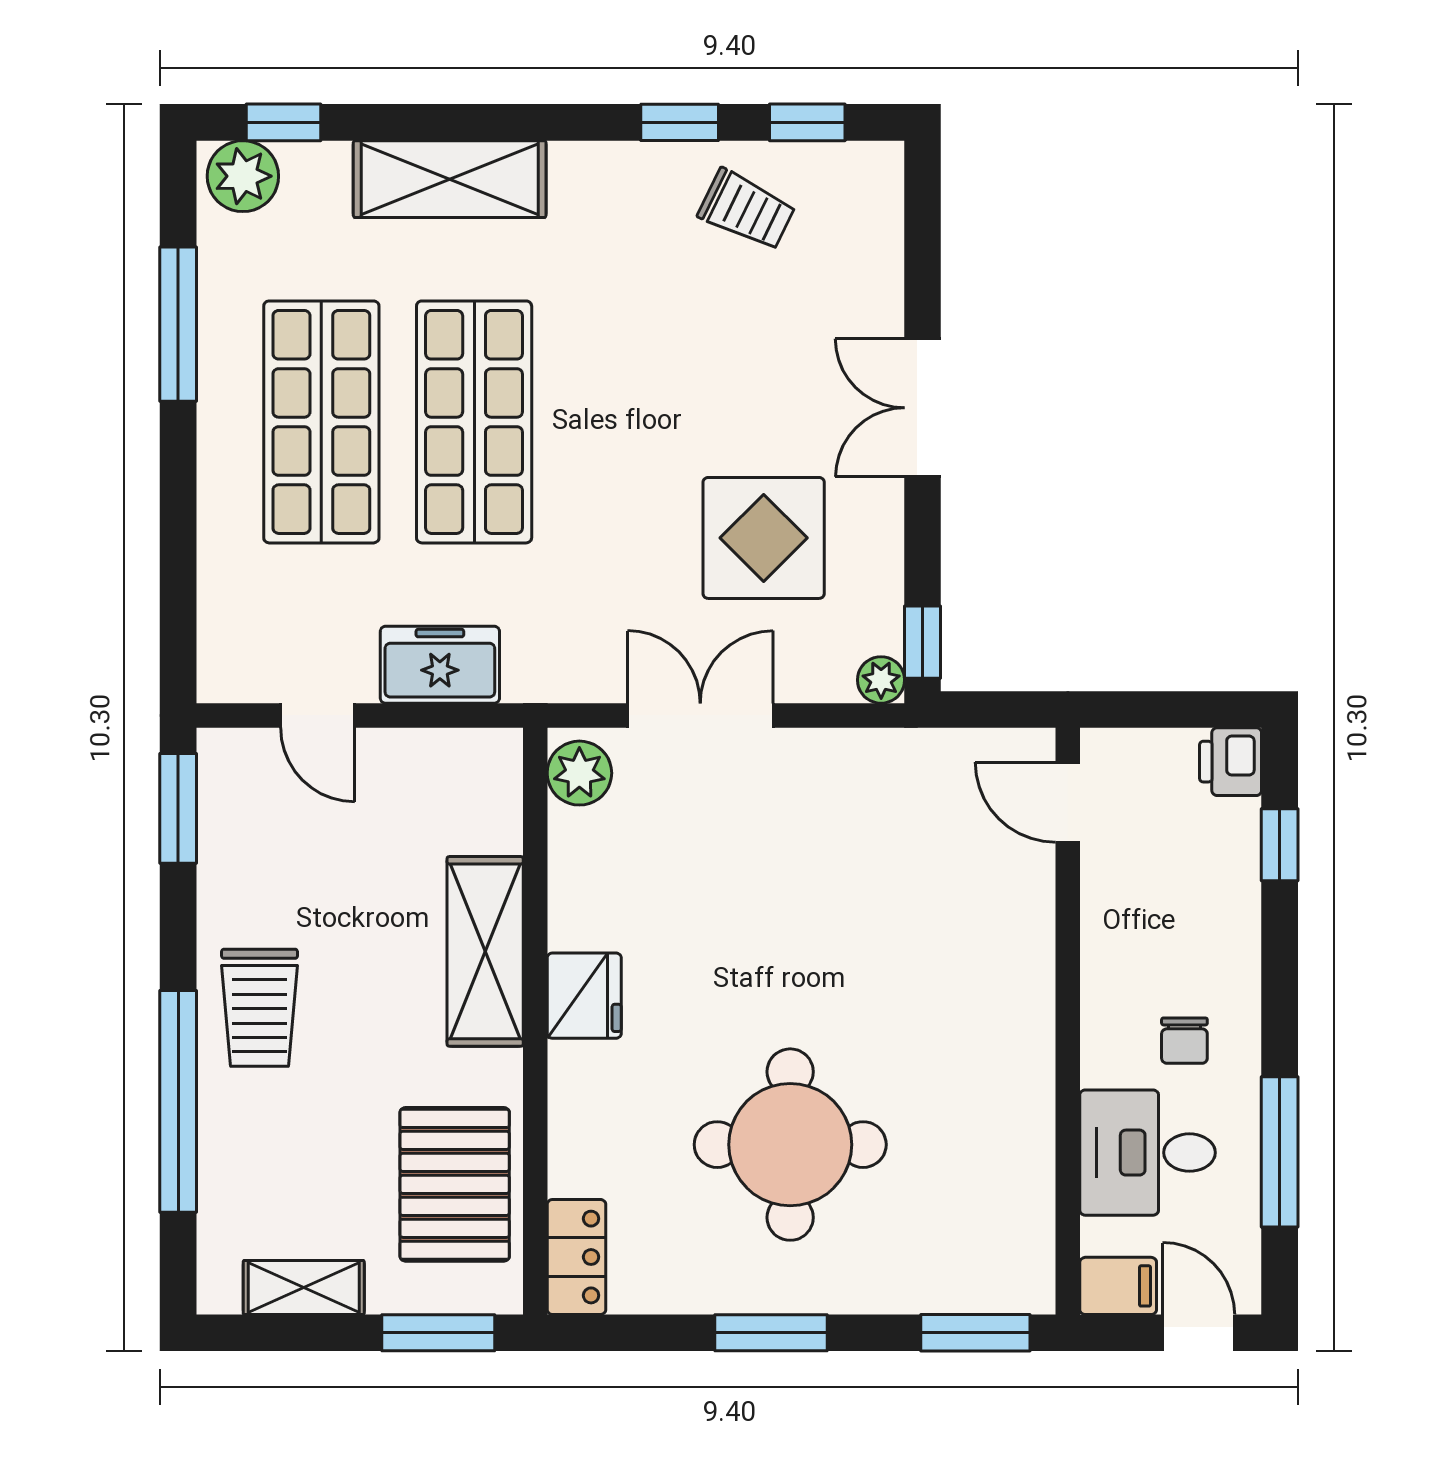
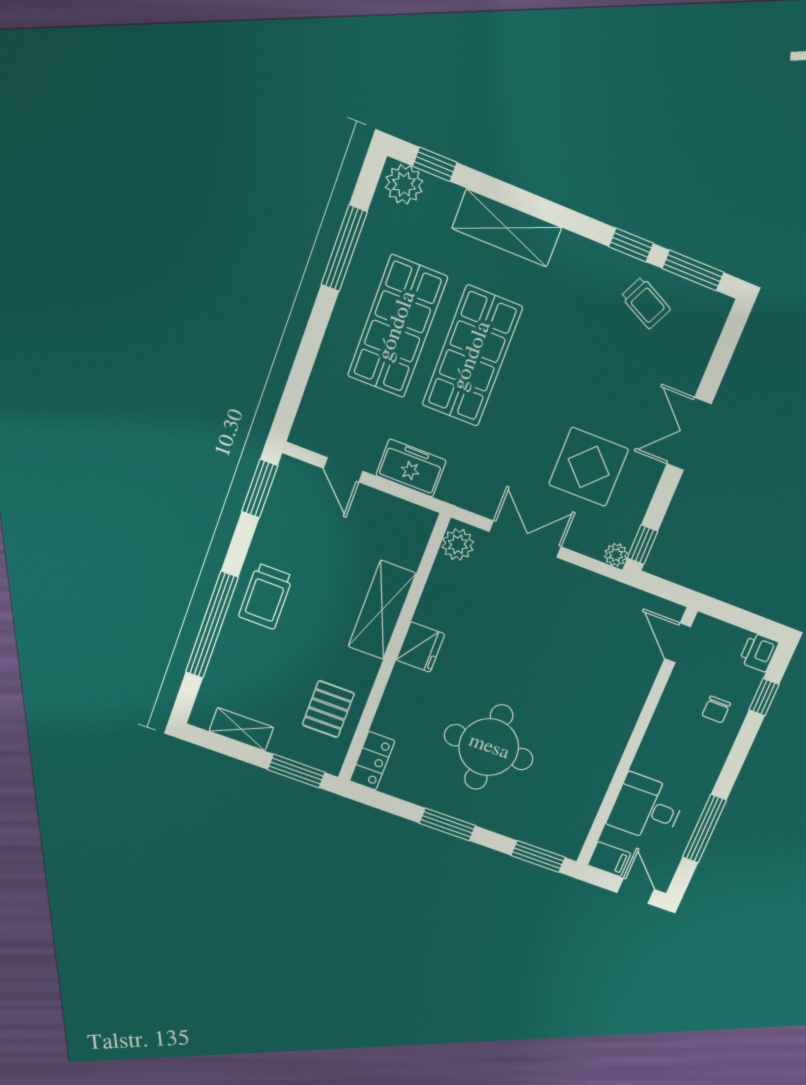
window: (807, 122) -> (693, 270), width x1.50
chair: (1184, 1041) -> (716, 709), moved
pallet: (455, 1184) -> (328, 709), width x0.67, depth x0.71

